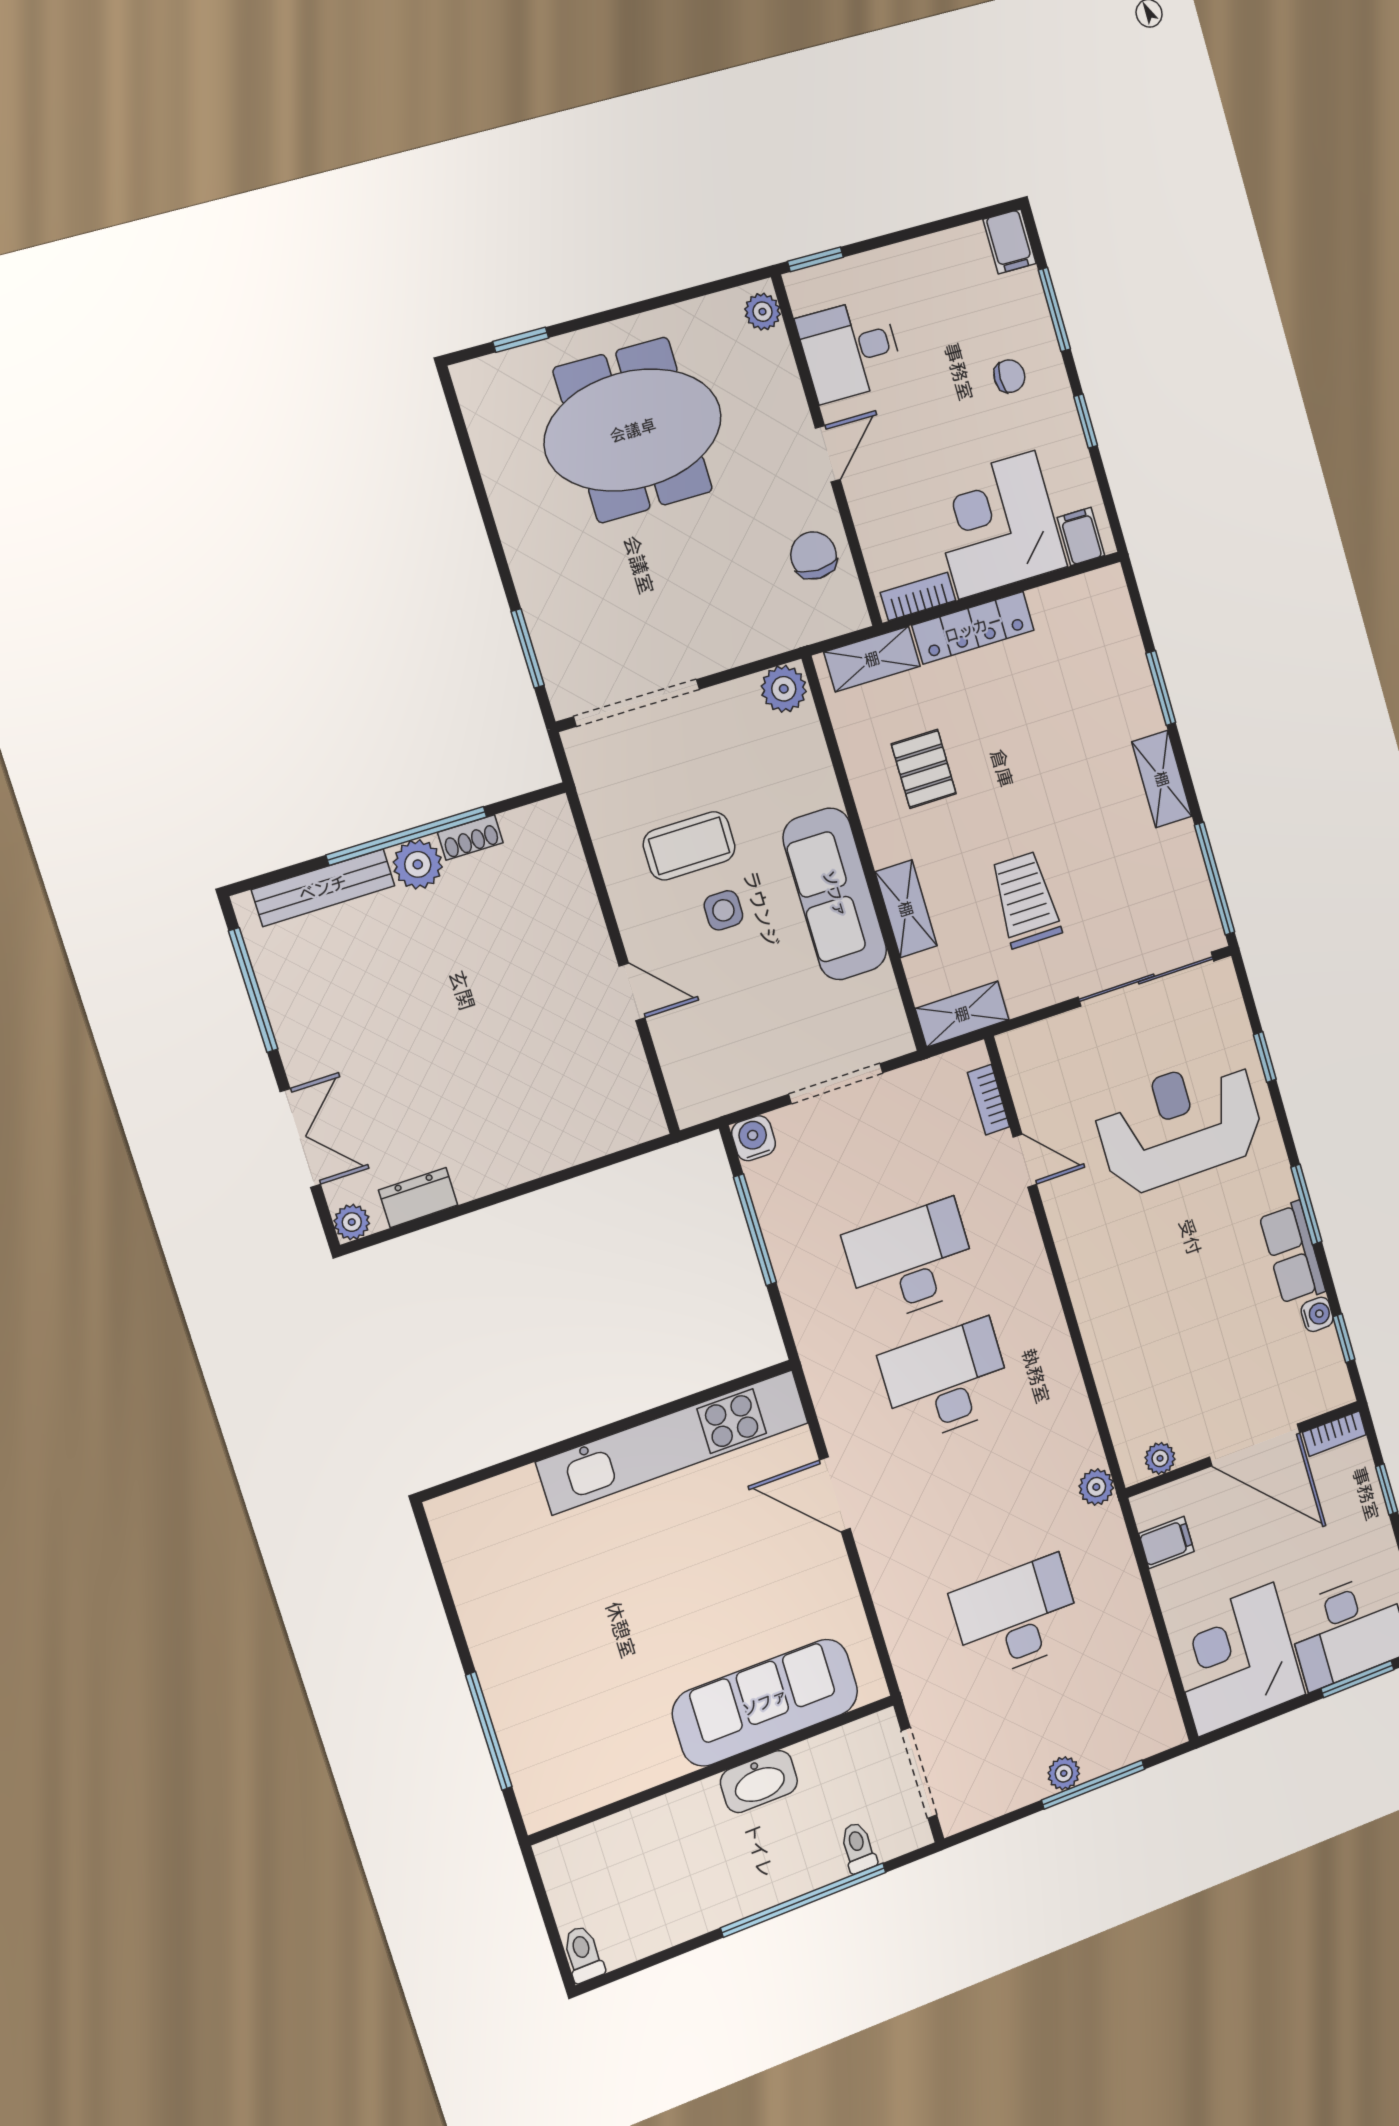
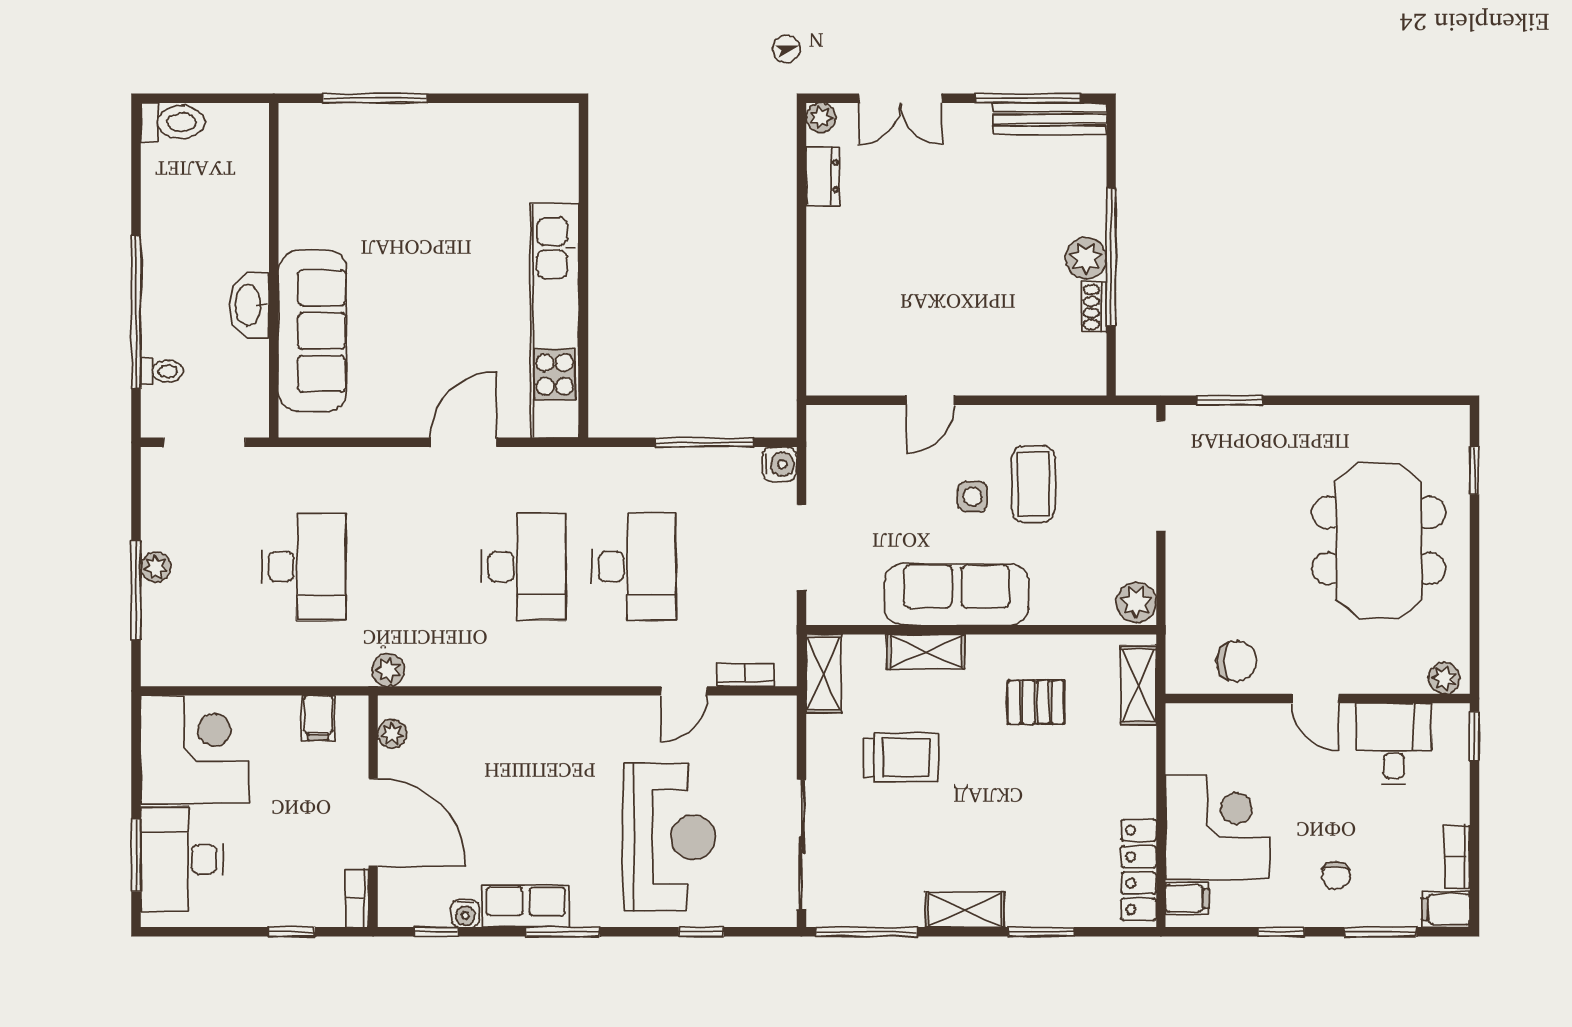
bookcase: (918, 597) -> (1457, 857), moved, turned 180
locker: (973, 628) -> (1139, 870), moved
bench: (323, 888) -> (1050, 119), moved, turned 90
door: (1255, 1445) -> (373, 822), swing flipped
toilet: (583, 1954) -> (173, 122), width x1.37, depth x1.39

